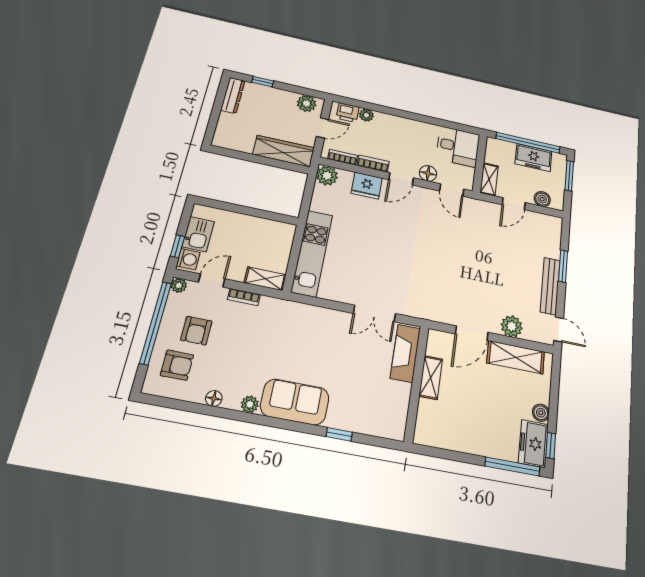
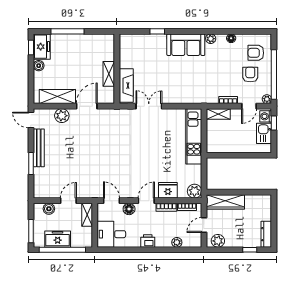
printer: (348, 113) -> (148, 241), moved
window: (513, 466) -> (68, 31), moved

